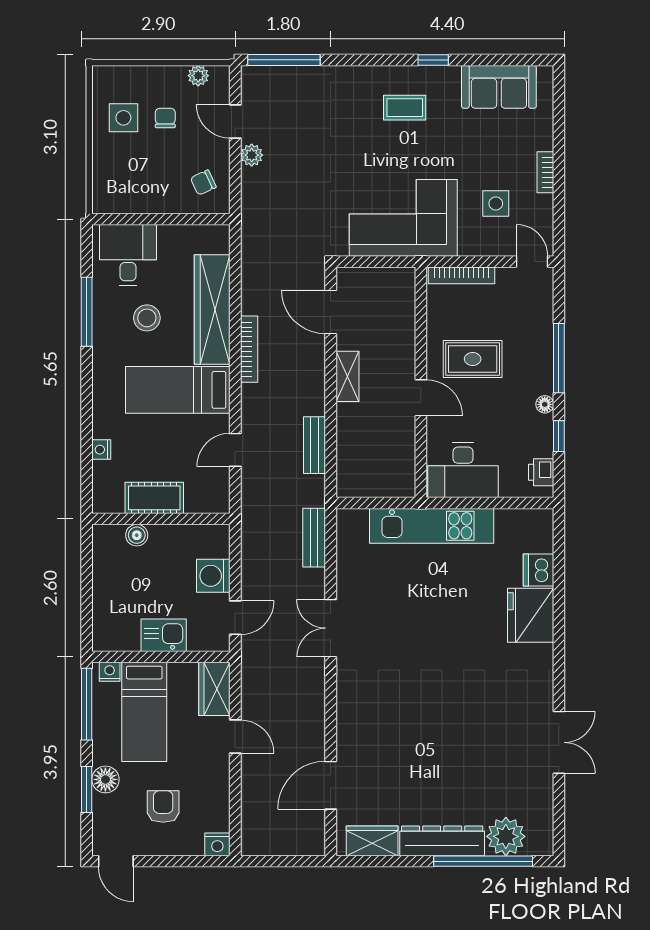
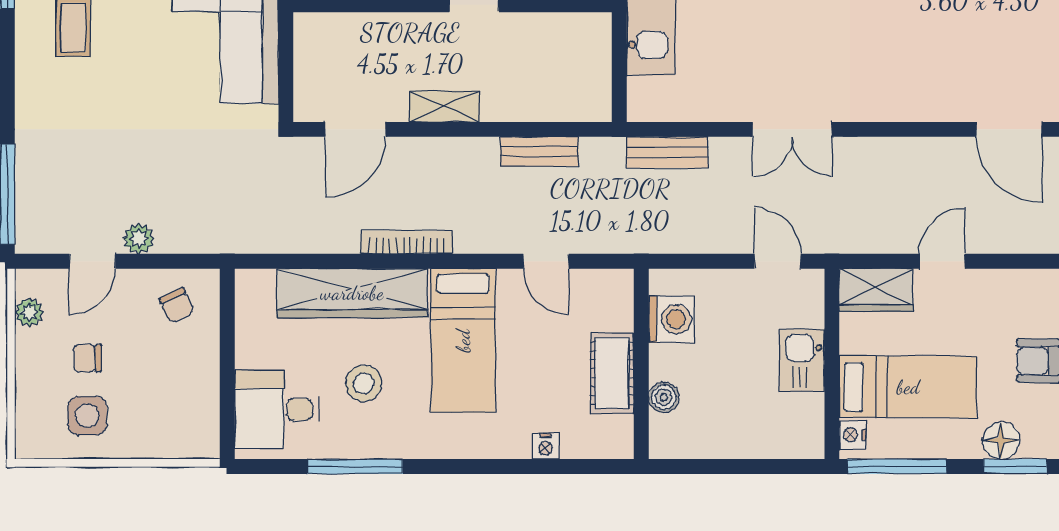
washing machine: (213, 576) -> (672, 319), moved, turned -90

